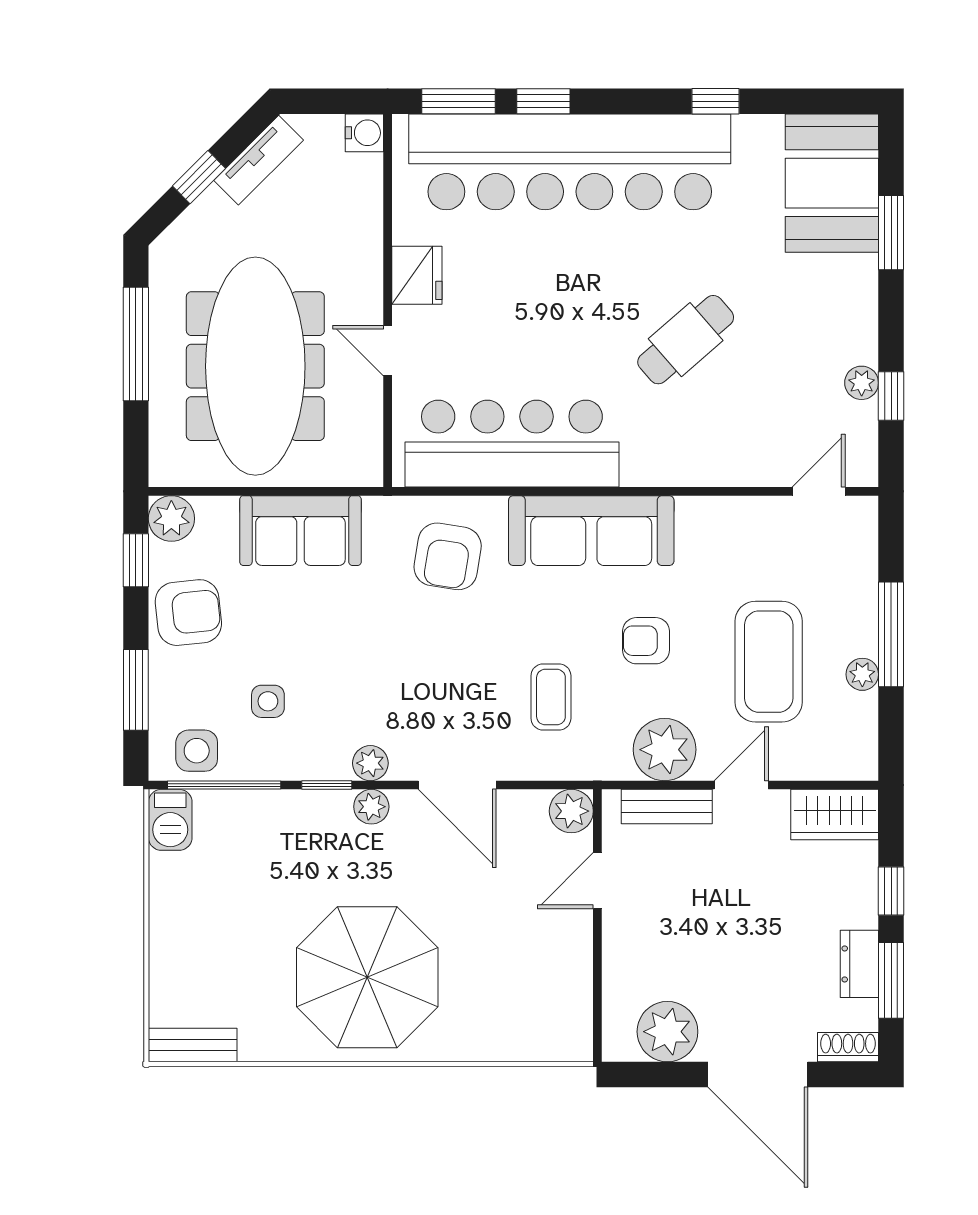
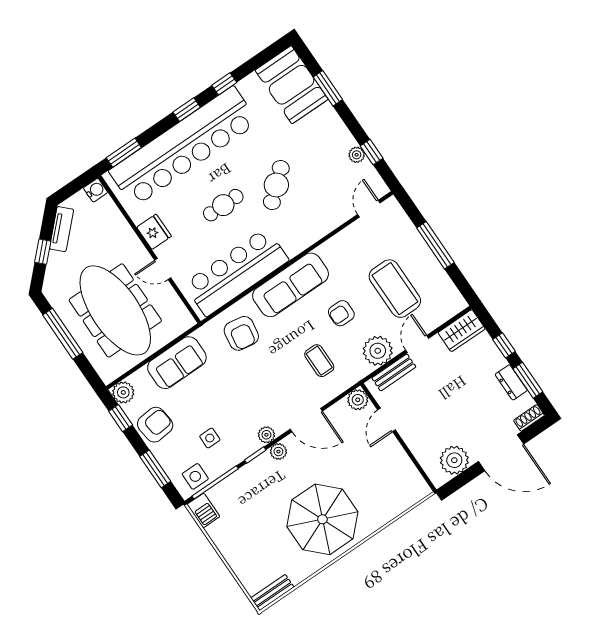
window: (543, 101) -> (187, 110), moved
cafe table: (569, 311) -> (223, 205), added
plant: (862, 674) -> (435, 269), removed

